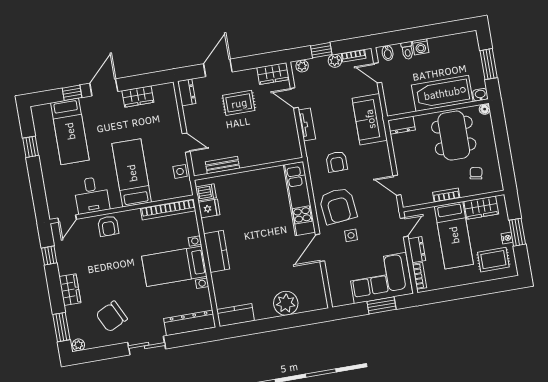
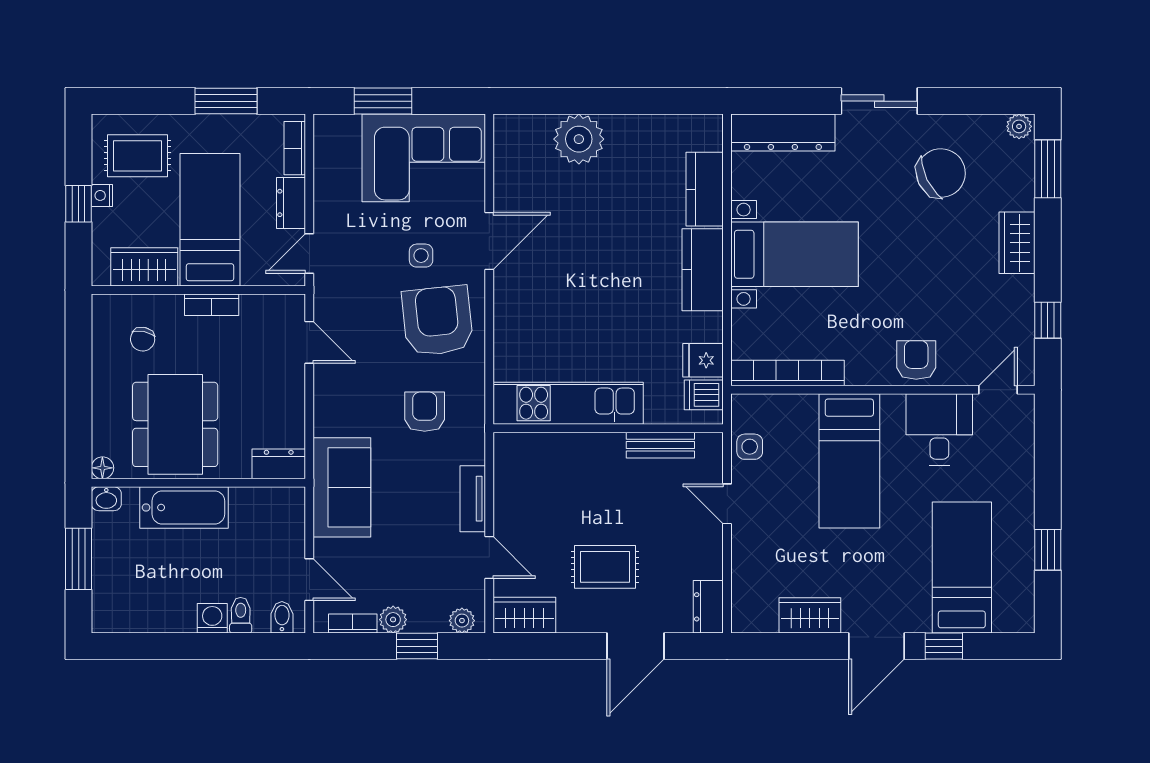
bathtub: (442, 93) -> (184, 507), width x0.73, depth x0.73
kitchen unit: (299, 199) -> (568, 403), moved, turned -90
window: (517, 232) -> (79, 204), width x0.67
corner sofa: (380, 278) -> (424, 158), moved
window: (456, 293) -> (226, 101), added
kitchen counter: (235, 315) -> (705, 189), moved, turned 90

